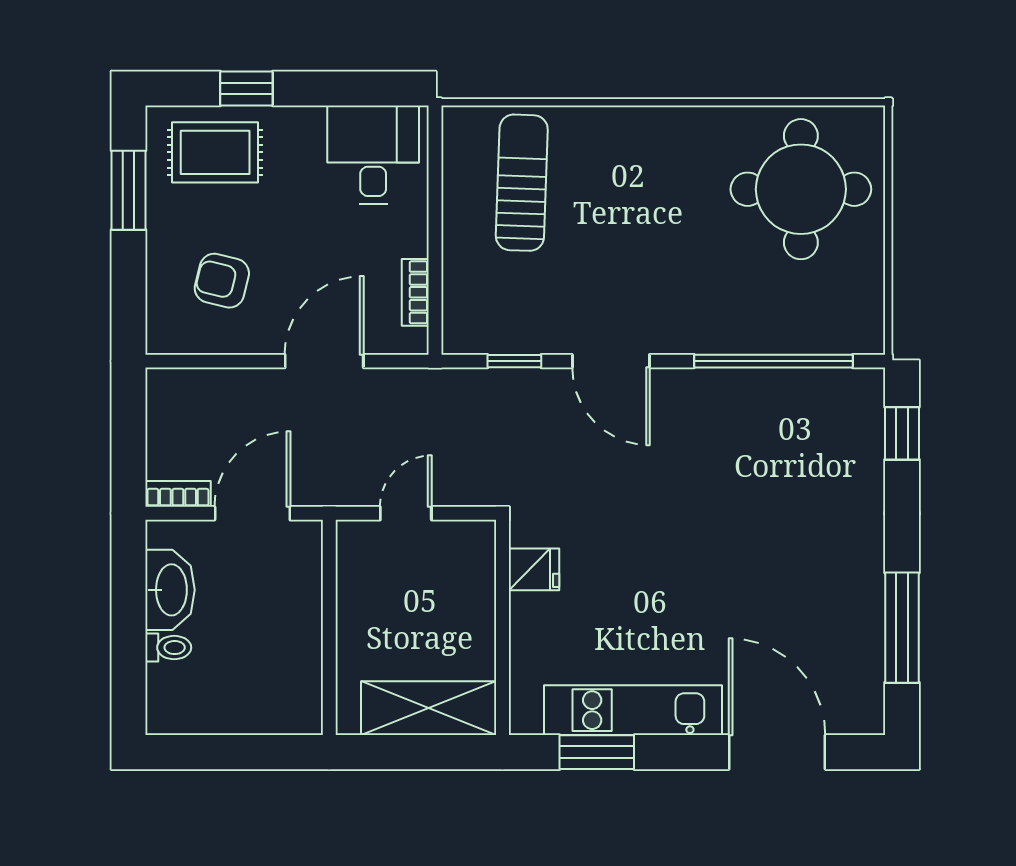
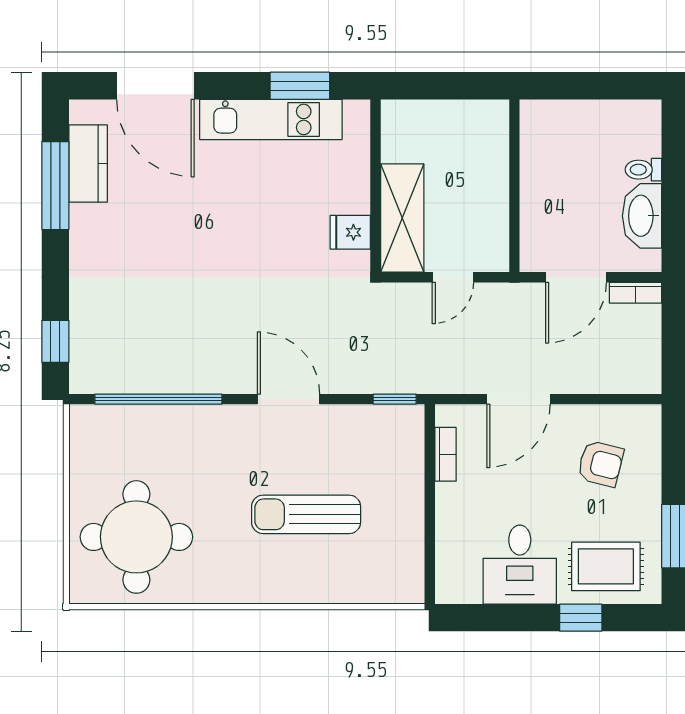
desk: (373, 155) -> (520, 565), moved
sun lounger: (522, 183) -> (306, 514), moved, turned 88
window: (514, 361) -> (395, 399), moved
kitchen counter: (861, 655) -> (88, 164), added
shelving: (429, 708) -> (402, 218), moved, turned 90

